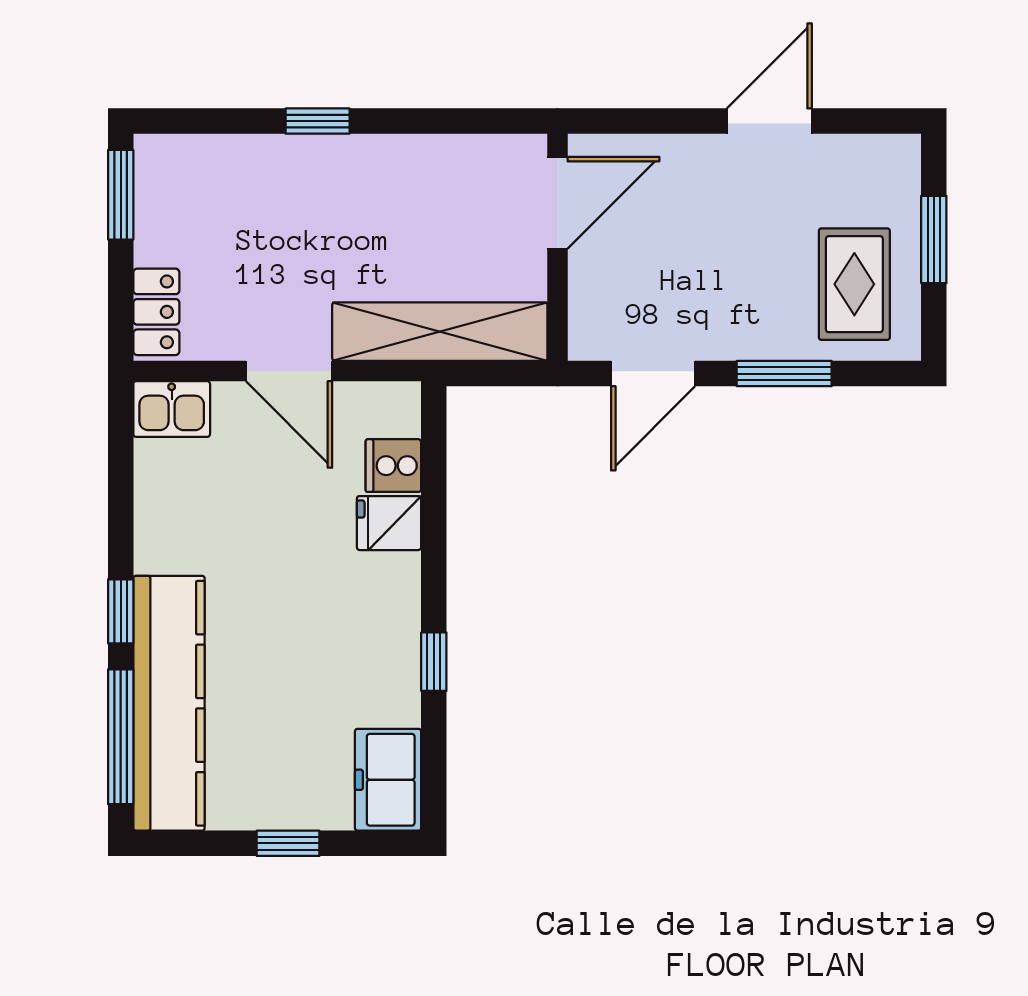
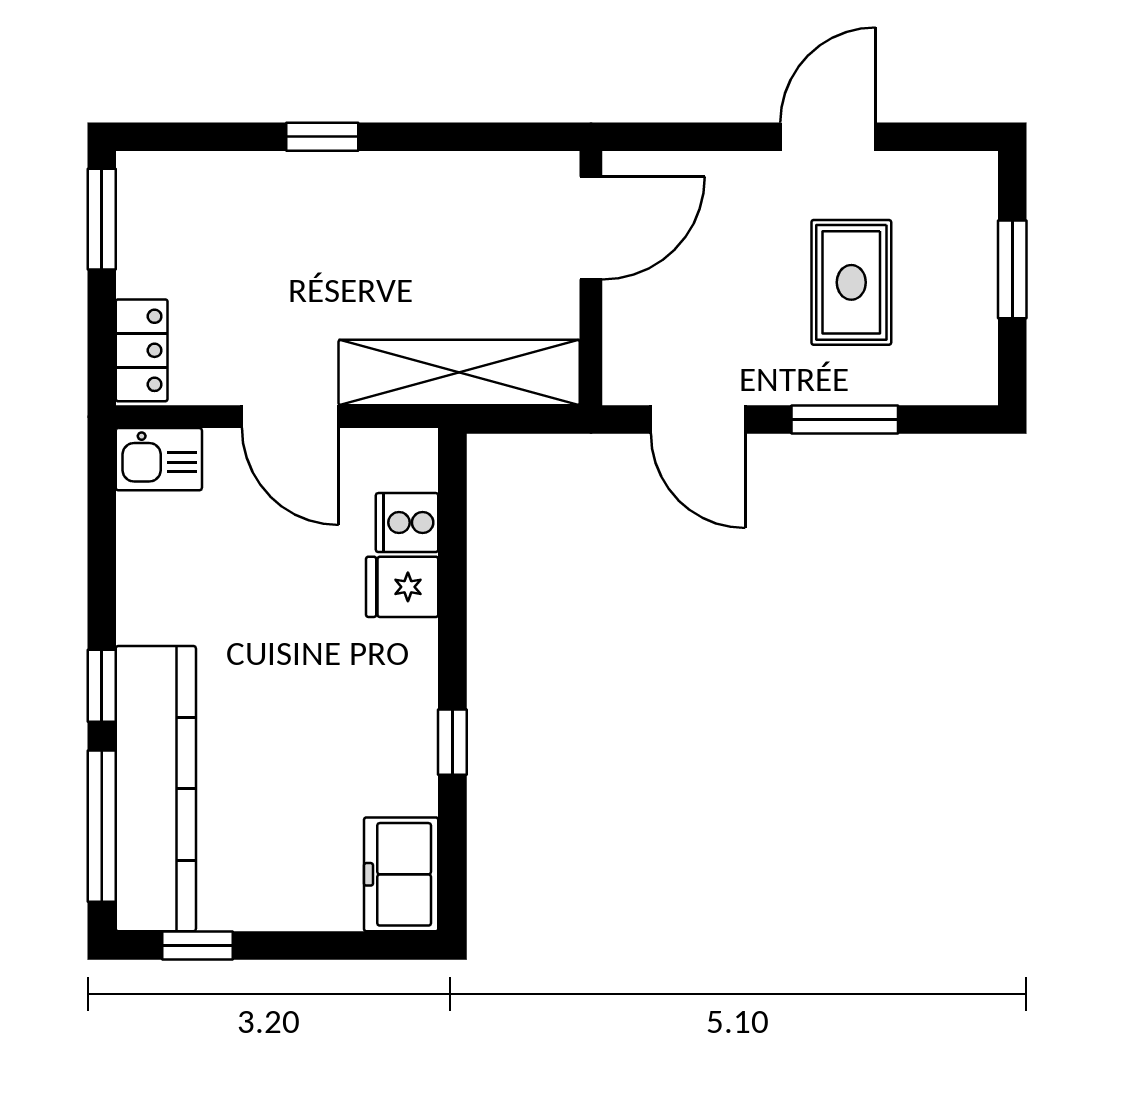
rug: (854, 284) -> (851, 282), moved
door: (653, 374) -> (698, 420), hinge flipped
window: (288, 843) -> (198, 946), moved

